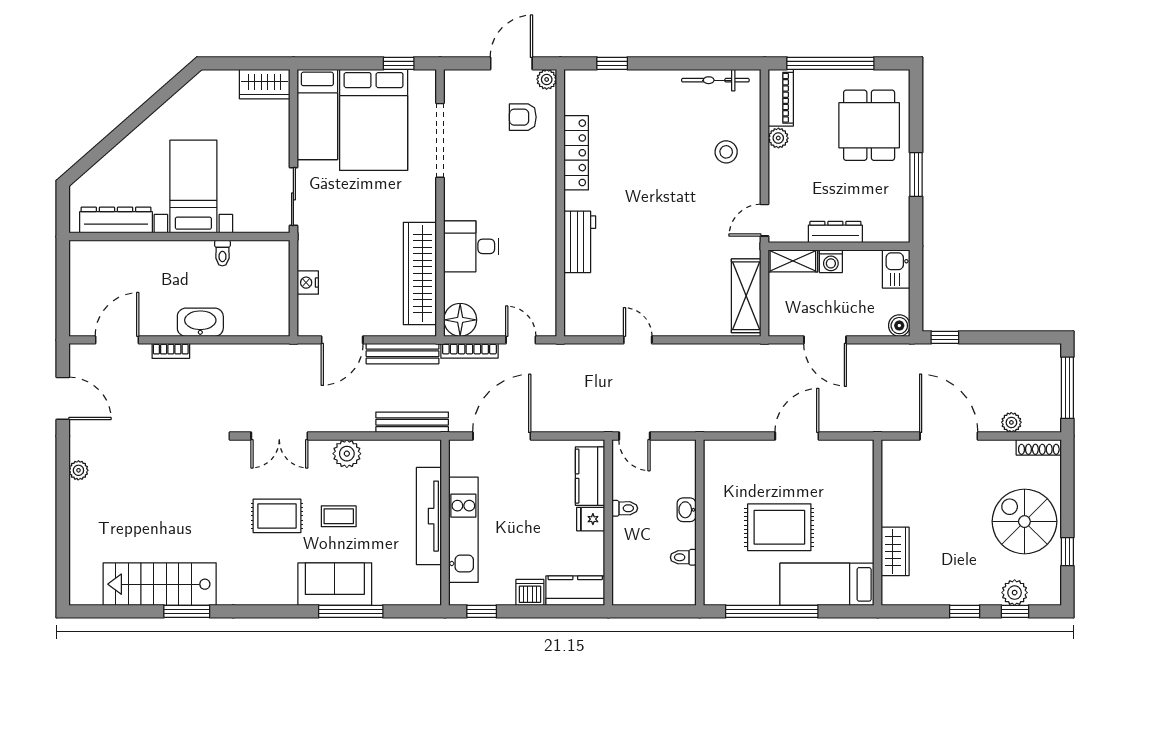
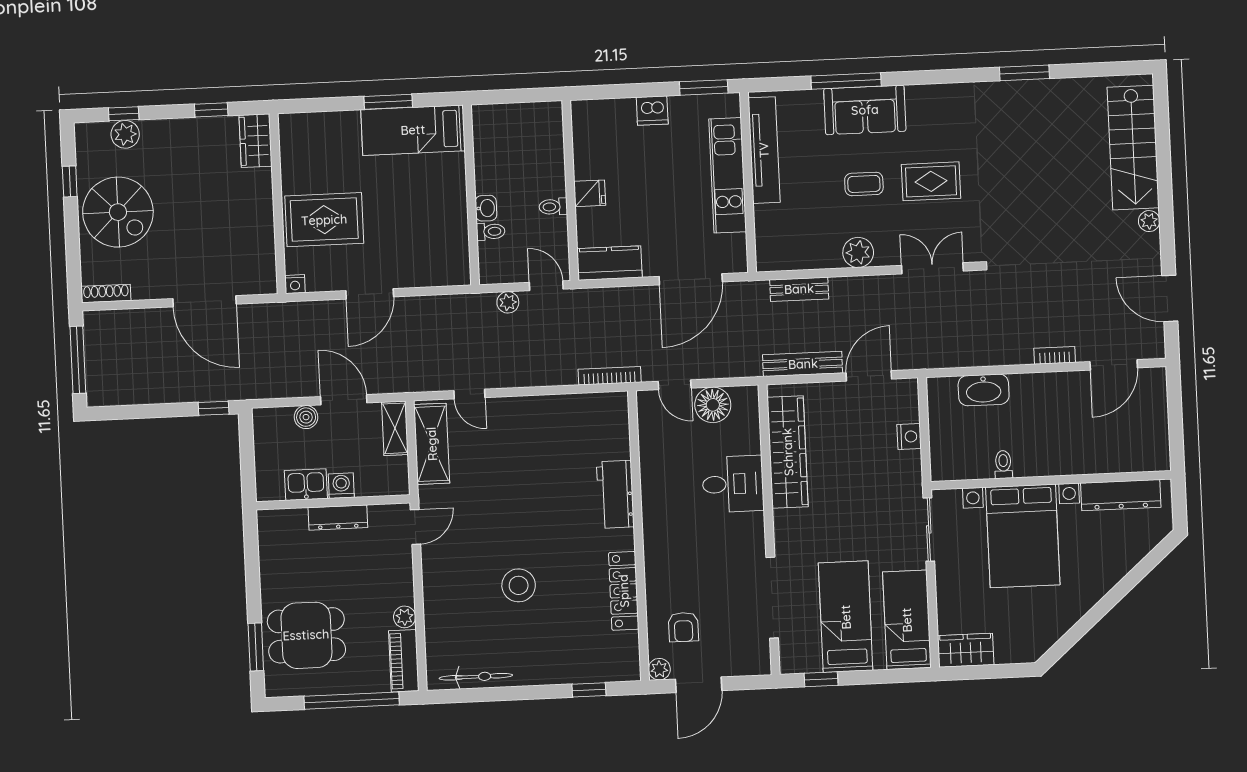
armchair: (523, 117) -> (683, 627), turned 90
bed: (374, 120) -> (846, 617), width x0.67
dining table: (869, 125) -> (306, 635), turned 90
stool: (726, 152) -> (519, 585), moved, width x1.38, depth x1.38
window: (916, 175) -> (256, 647), moved
bed with nightstands: (193, 187) -> (1023, 536), width x1.36
shelving: (793, 261) -> (395, 428), moved, turned 90
kitchen sink: (896, 269) -> (306, 485), moved, turned -90
floor lamp: (460, 320) -> (713, 405), moved
washbasin: (200, 322) -> (984, 390), moved
boiler: (899, 326) -> (306, 417), moved
door: (638, 340) -> (469, 394), moved
bookcase: (469, 351) -> (610, 376), moved
bench: (412, 422) -> (799, 289), width x0.73
plant: (1011, 422) -> (508, 302), moved
nightstand: (865, 448) -> (295, 284), added
kitchen counter: (590, 476) -> (610, 263), moved, turned -90
tv unit: (429, 516) -> (764, 150), moved
rug: (779, 527) -> (324, 220), moved
wardrobe: (895, 551) -> (256, 141), moved
toilet: (683, 557) -> (491, 231), moved
stairs: (160, 584) -> (1133, 148), moved, turned 90
bed: (827, 584) -> (413, 130), moved, turned 180
kitchen counter: (575, 591) -> (603, 115), removed
window: (482, 611) -> (704, 87), width x1.50
window: (772, 611) -> (388, 102), width x0.47
window: (965, 611) -> (211, 110), moved

